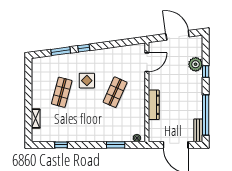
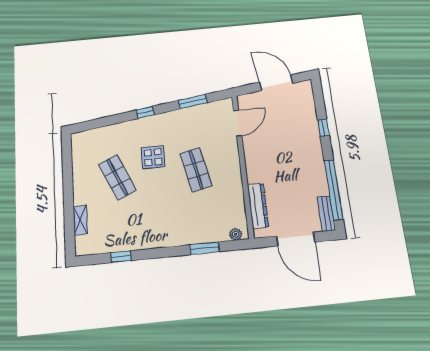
window: (61, 51) -> (193, 102), moved
plant: (196, 64) -> (307, 119), removed
shop shelf: (62, 92) -> (117, 177), turned -39
shop shelf: (115, 92) -> (196, 170), turned -36
dresser: (154, 105) -> (258, 206), moved

